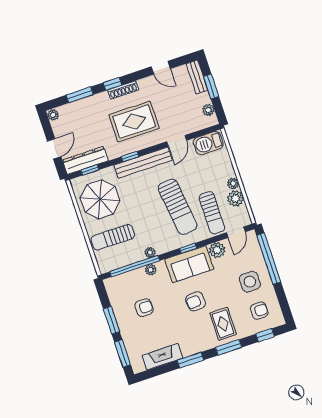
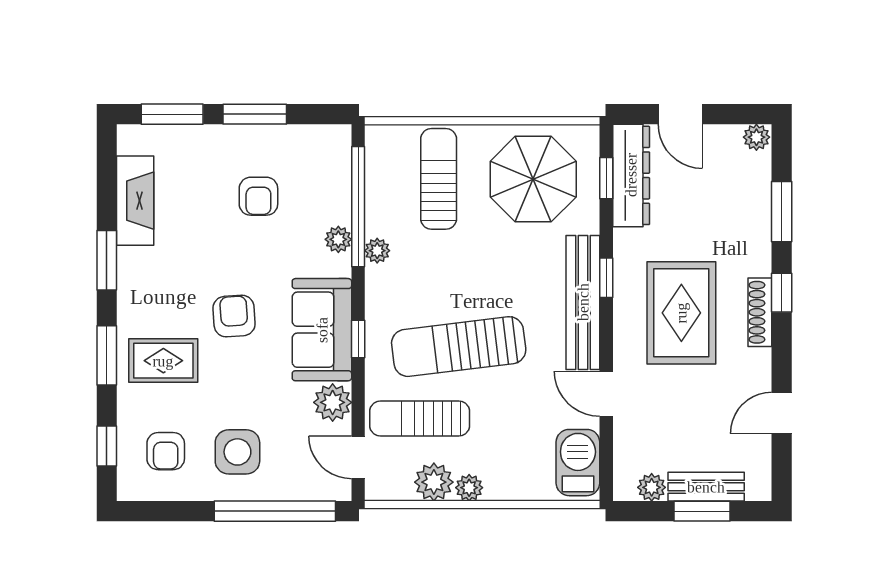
bench: (197, 77) -> (706, 487), moved

